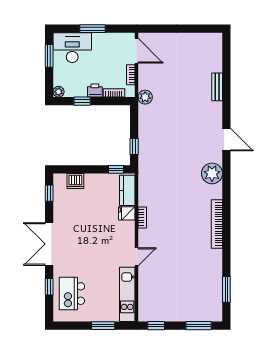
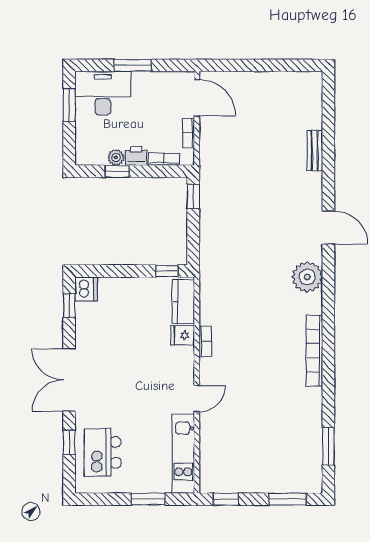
plant: (59, 92) -> (116, 157), moved
plant: (145, 97) -> (210, 165), removed
window: (134, 146) -> (193, 196), moved
dishwasher: (75, 181) -> (86, 289), moved, turned -90

